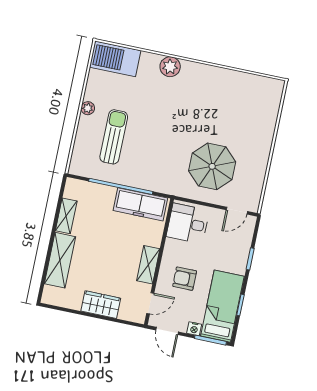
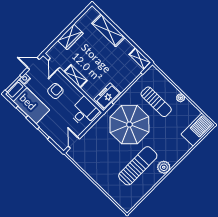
plant: (170, 67) -> (164, 167), moved
sun lounger: (213, 107) -> (138, 166), added
parasol: (212, 166) -> (129, 125), moved, width x1.36, depth x1.36
freezer: (140, 204) -> (107, 96), width x0.71
shelving: (66, 216) -> (140, 59), moved

